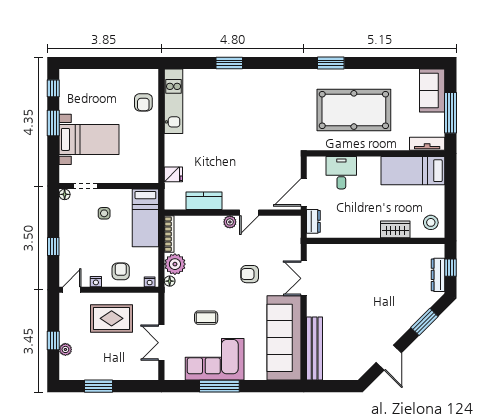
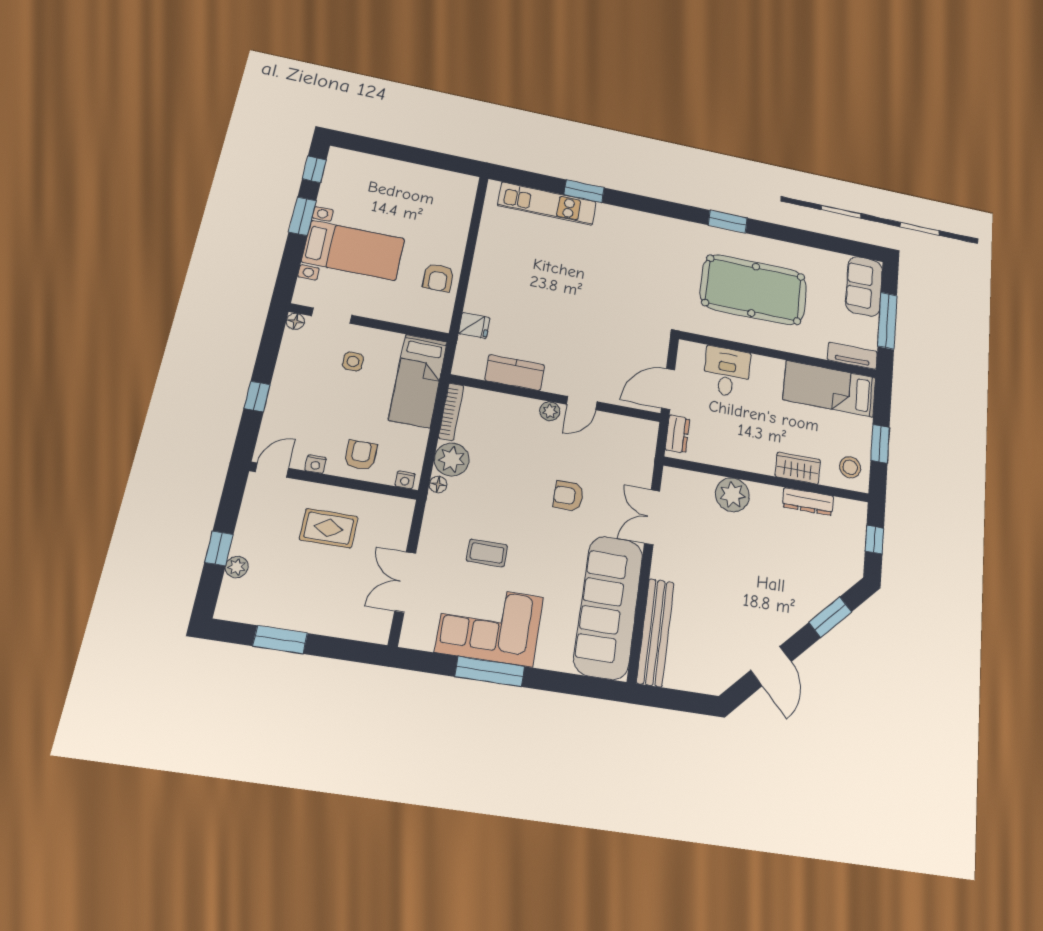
kitchen unit: (174, 101) -> (547, 204), moved, turned 90
armchair: (143, 102) -> (438, 278), moved
window: (450, 202) -> (880, 444), added
plant: (354, 255) -> (732, 495), added
dresser: (438, 275) -> (808, 501), moved, turned -90
rug: (112, 318) -> (329, 528), width x0.73, depth x0.70

